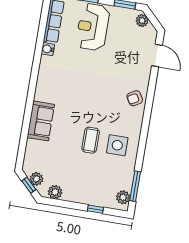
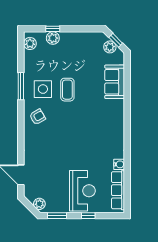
armchair: (135, 98) -> (37, 117), moved
sofa: (41, 121) -> (115, 82), moved
window: (135, 186) -> (21, 86), moved
plant: (55, 192) -> (53, 38), moved

